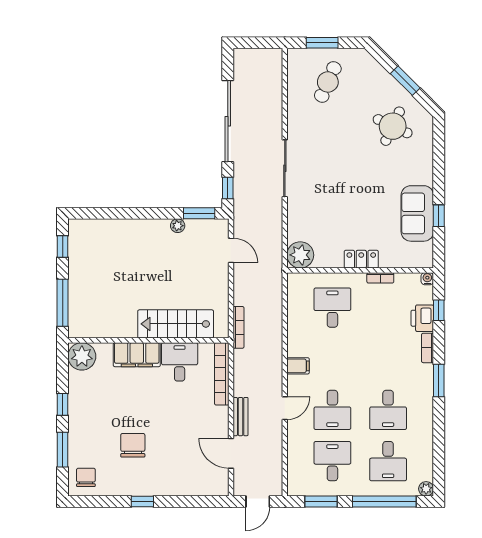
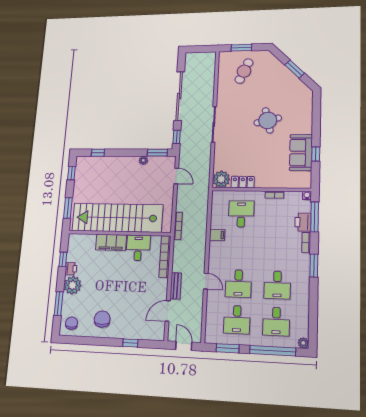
round table: (393, 126) -> (268, 120), moved, turned -38
window: (103, 213) -> (98, 153), added
locker: (361, 259) -> (243, 182), moved
window: (63, 303) -> (68, 208), width x0.69
window: (439, 310) -> (315, 217), width x2.17
stairs: (176, 324) -> (117, 218), width x1.86, depth x1.51
plant: (82, 356) -> (72, 285), moved
filing cabinet: (298, 366) -> (217, 235), moved
printer: (77, 396) -> (71, 269), added
window: (63, 404) -> (63, 259), moved
door: (285, 408) -> (206, 281), hinge flipped
chair: (133, 445) -> (102, 319), moved
door: (231, 453) -> (168, 311), hinge flipped
desk: (332, 461) -> (237, 320), turned 180
window: (142, 502) -> (130, 343), moved
door: (258, 502) -> (184, 346), swing flipped

